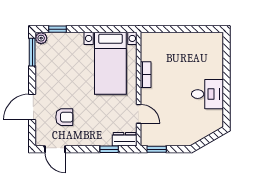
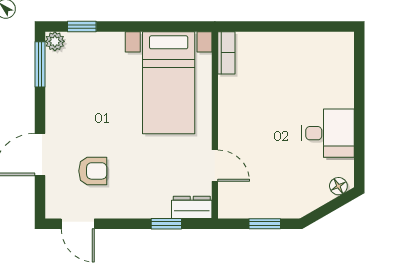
bookcase: (146, 75) -> (226, 53), moved
floor lamp: (214, 126) -> (338, 186), added
window: (157, 149) -> (265, 224), moved

